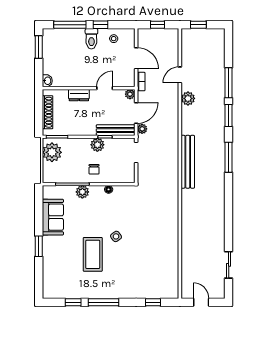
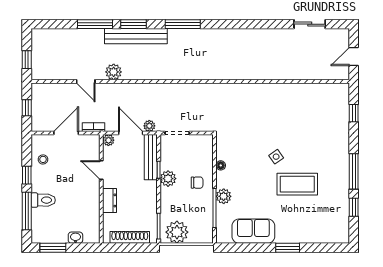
toilet: (91, 39) -> (43, 200), moved
washbasin: (47, 81) -> (75, 238), moved
bench: (188, 162) -> (136, 36), moved

